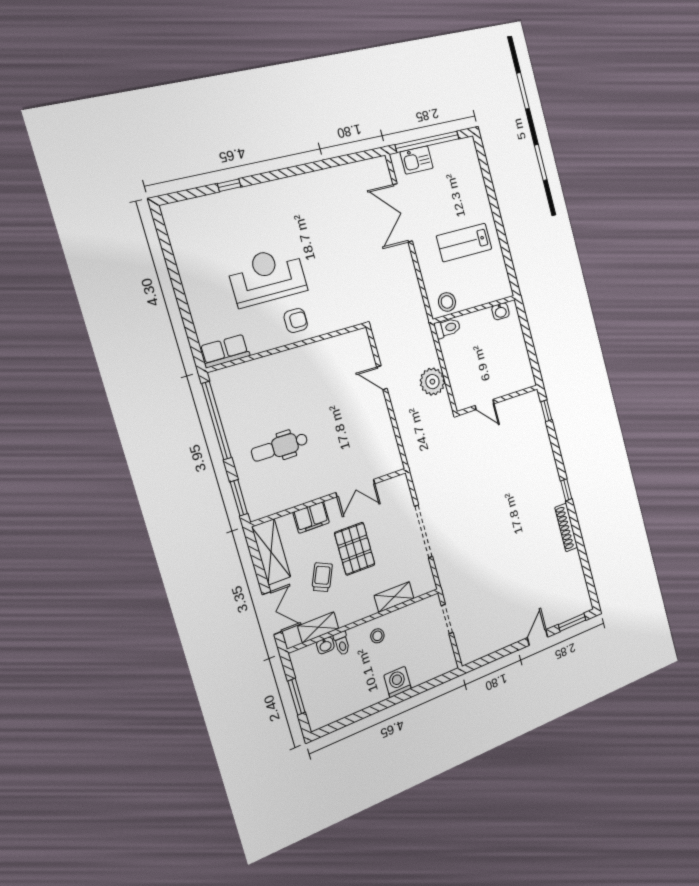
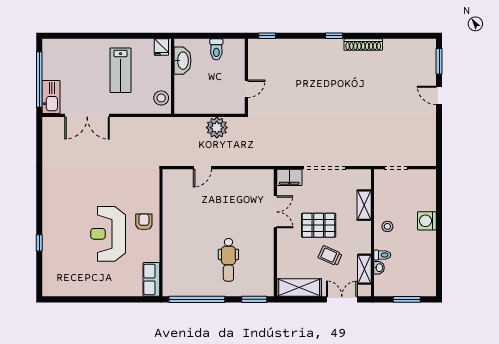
kitchen sink: (417, 160) -> (51, 97), width x1.38
fridge: (502, 287) -> (161, 47), added
washbasin: (500, 311) -> (182, 61), width x1.91, depth x1.45
toilet: (447, 328) -> (216, 49), moved, turned 180
filing cabinet: (311, 517) -> (289, 177), moved, turned 90

